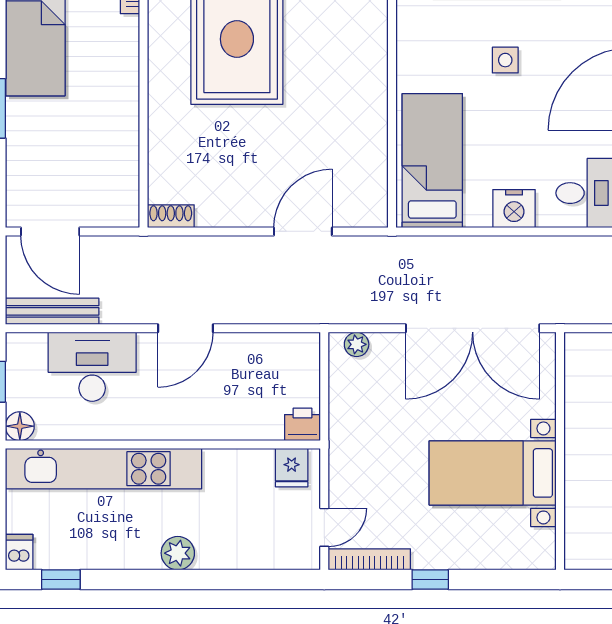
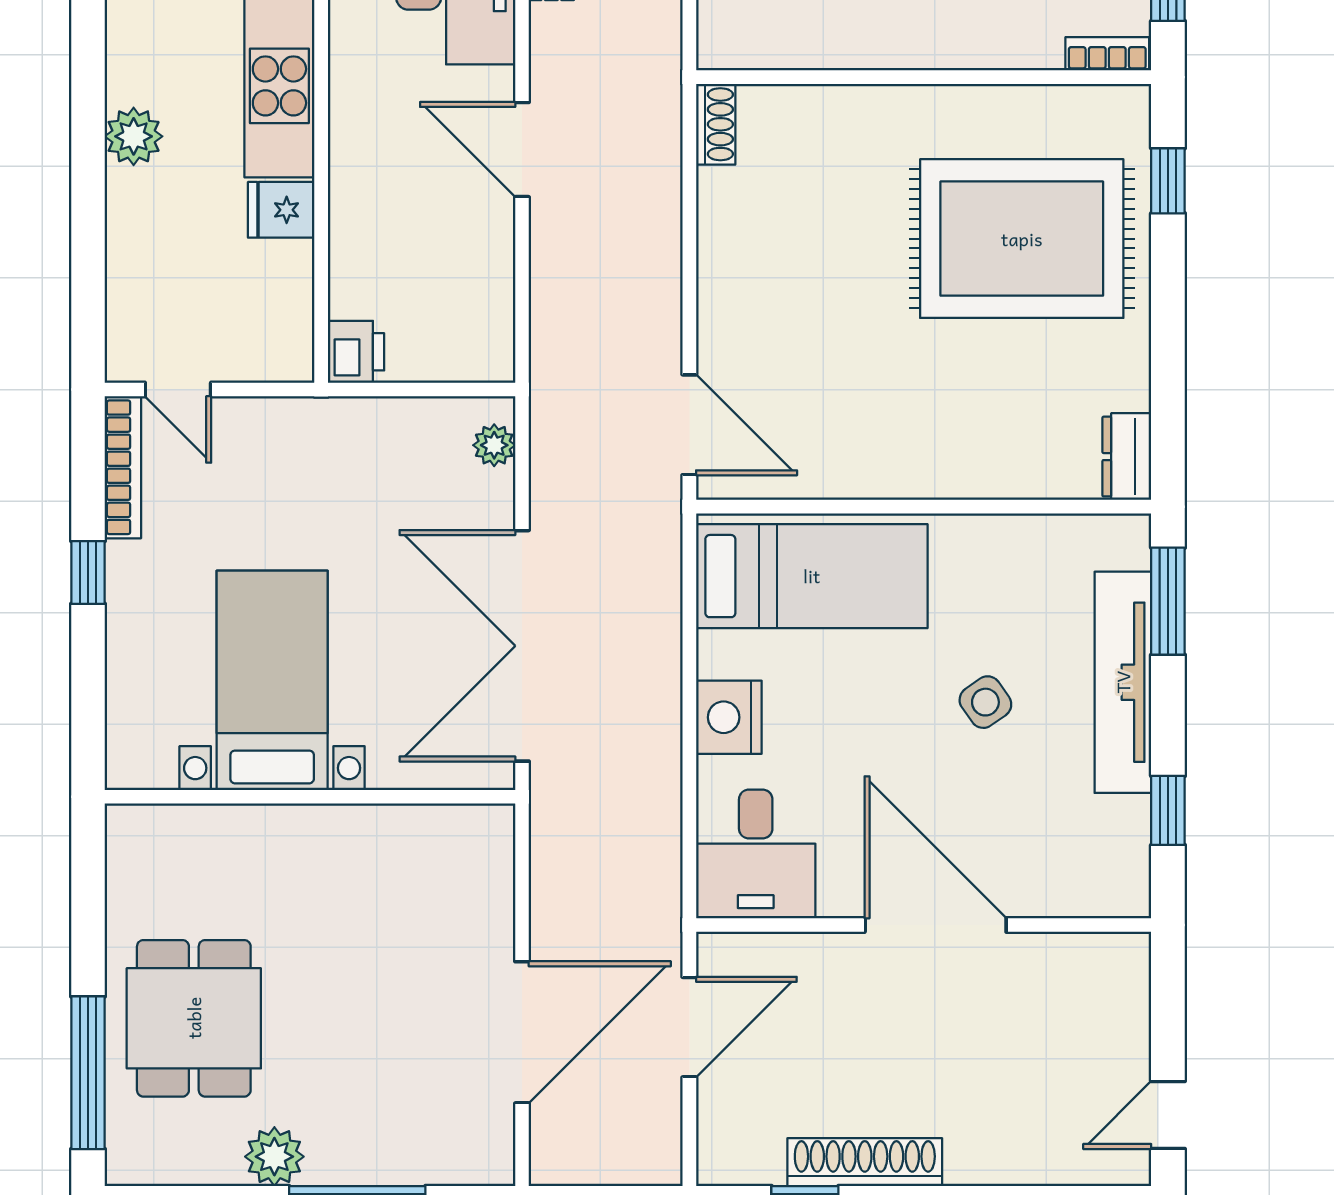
side table: (505, 60) -> (985, 702), turned -35
door: (303, 231) -> (689, 425), moved
fridge: (292, 468) -> (281, 210), moved

